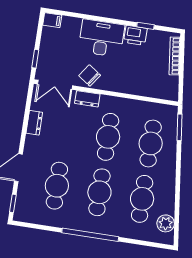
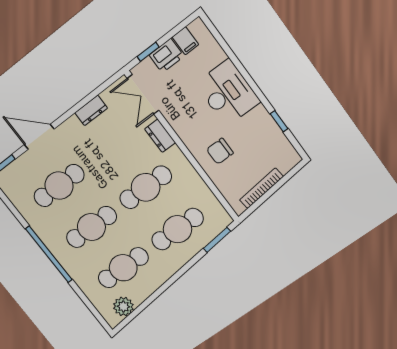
filing cabinet: (52, 20) -> (185, 41), moved
printer: (135, 35) -> (166, 56), moved, turned -90
bookcase: (175, 56) -> (261, 188), moved
chair: (90, 75) -> (220, 151), moved, turned -125

